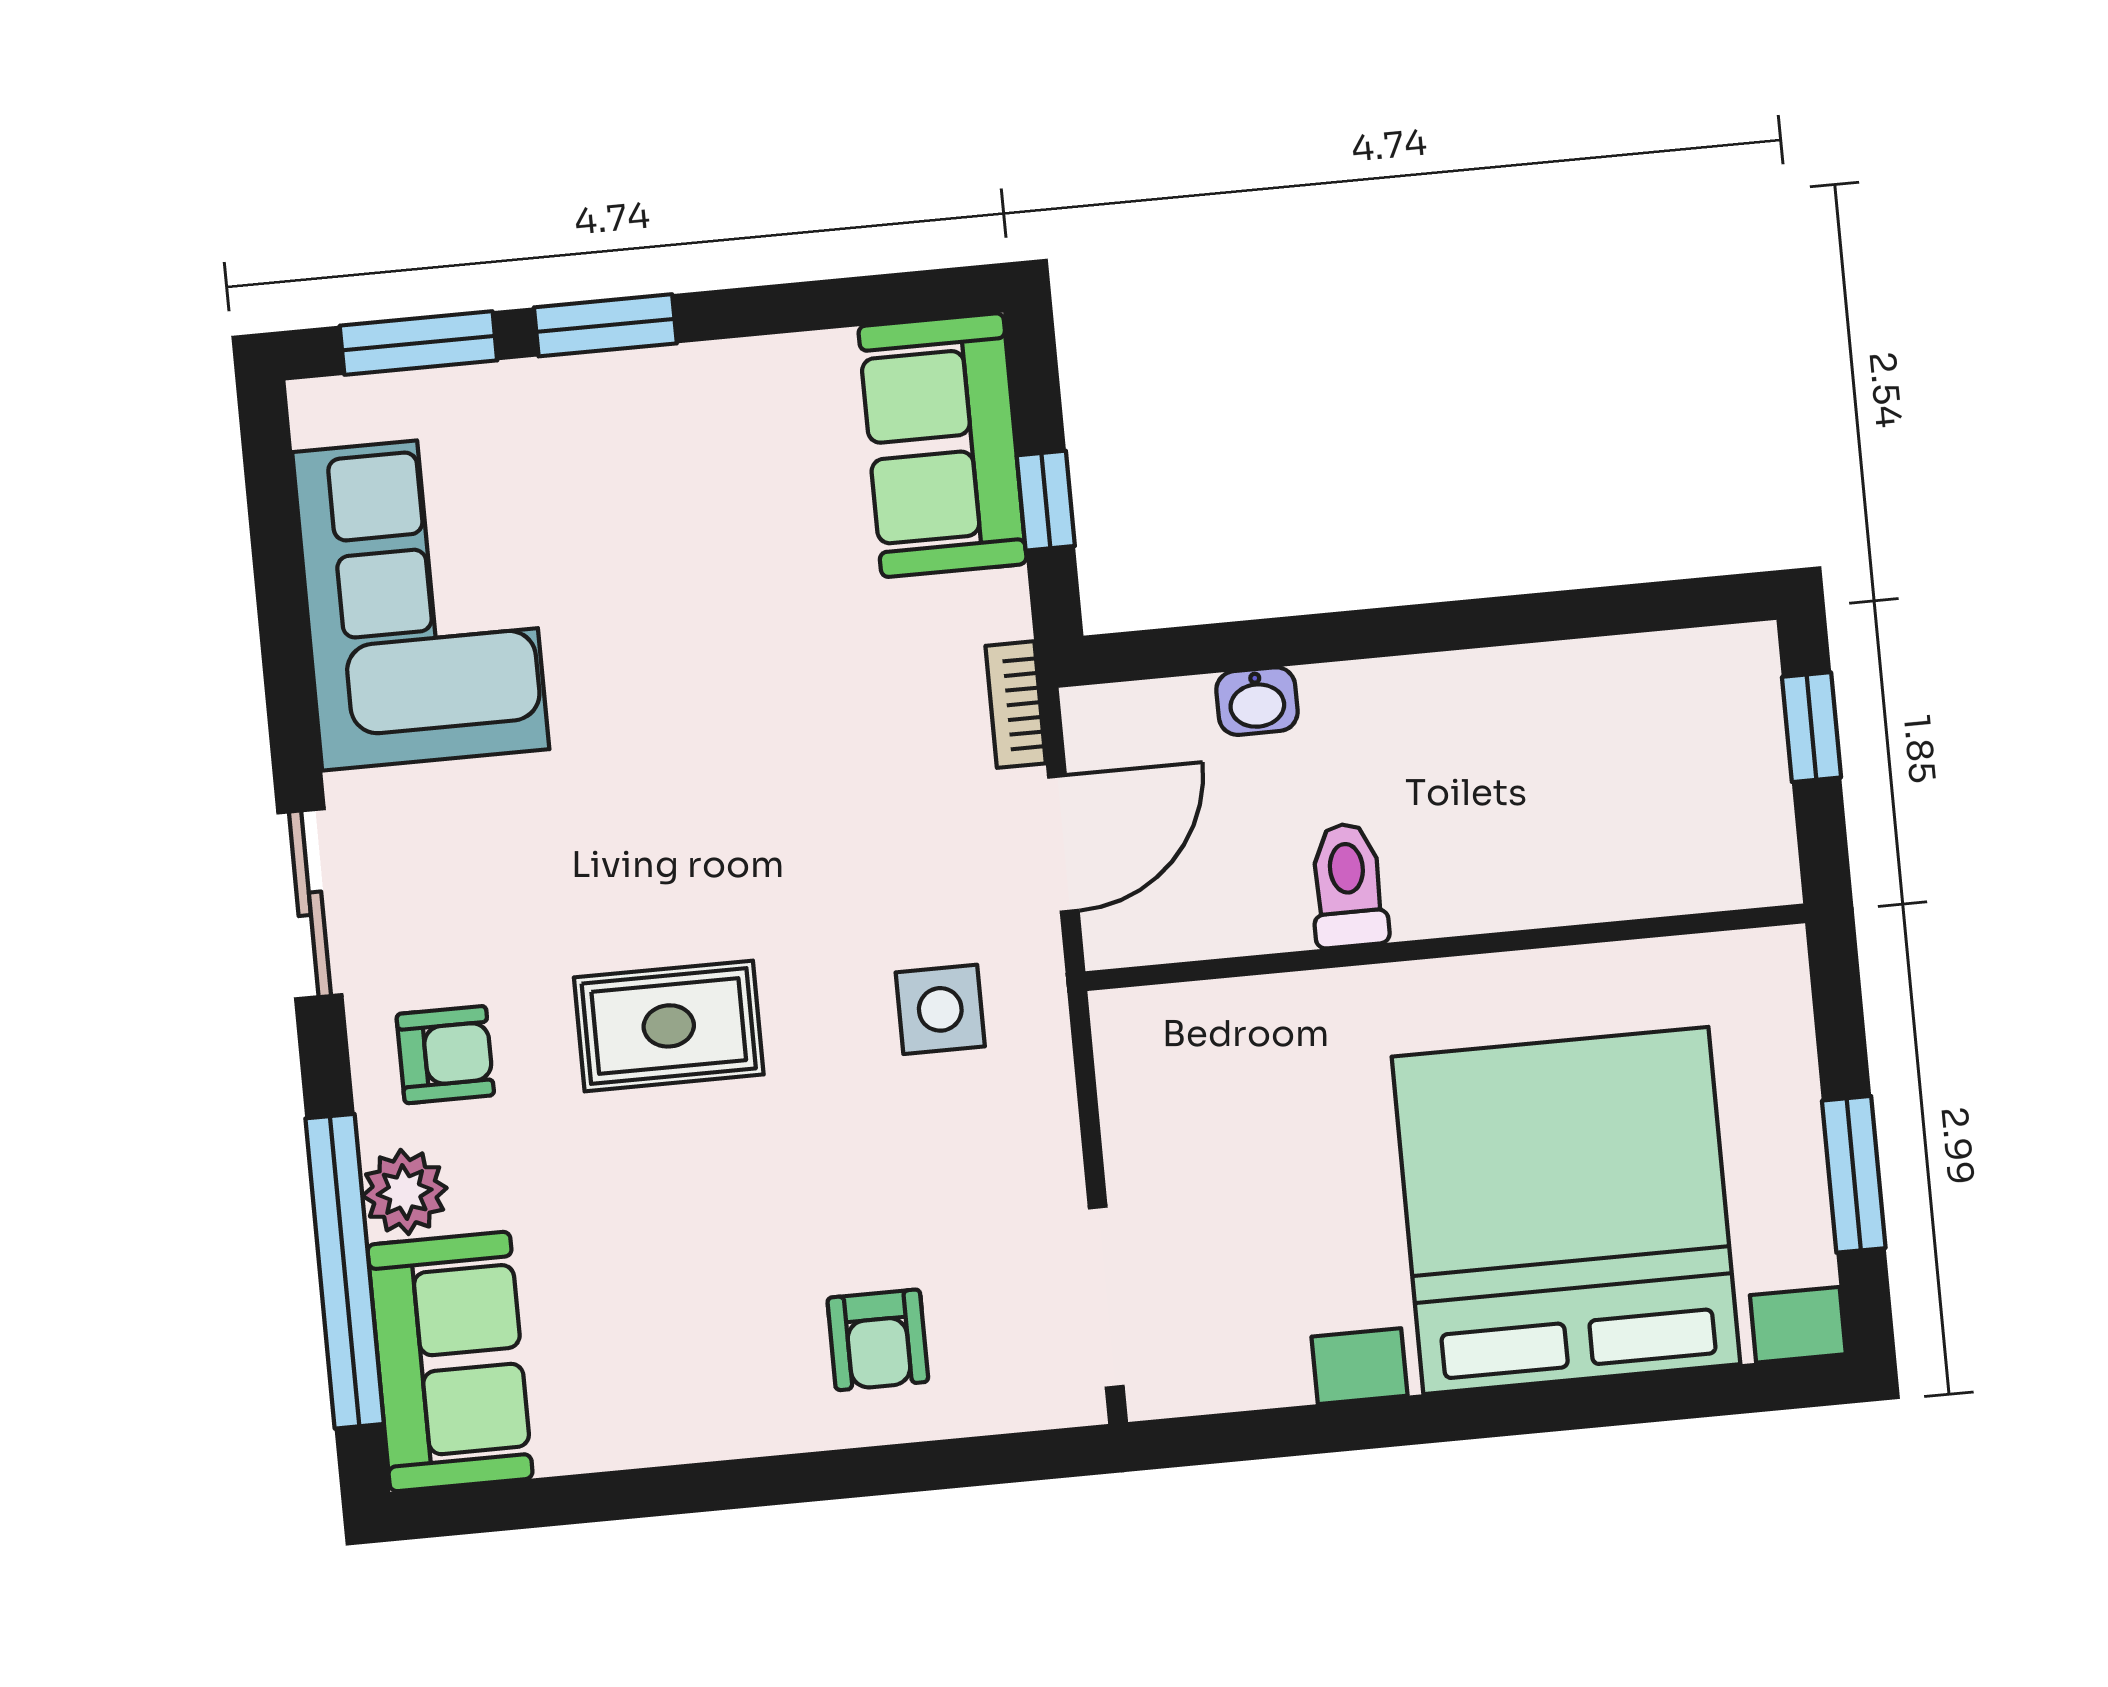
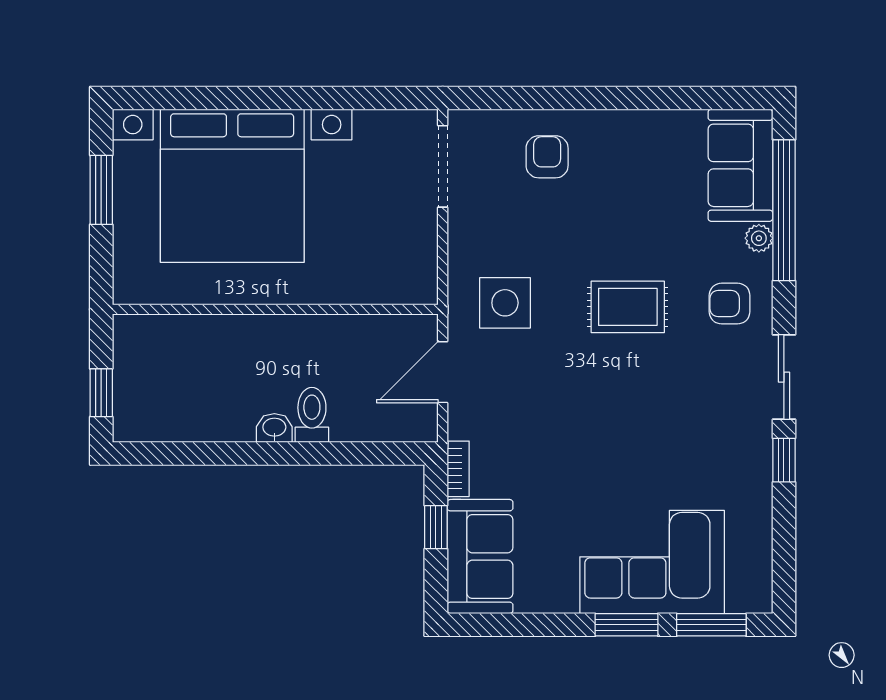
corner sofa: (421, 601) -> (652, 562), moved, turned 90
washbasin: (1257, 701) -> (274, 428), moved
bookcase: (1016, 705) -> (458, 469), moved
window: (293, 721) -> (784, 460), added
toilet: (1348, 885) -> (312, 415), moved, turned 180
side table: (940, 1009) -> (505, 303), width x1.37, depth x1.37
plant: (405, 1192) -> (759, 238), width x0.73, depth x0.73

